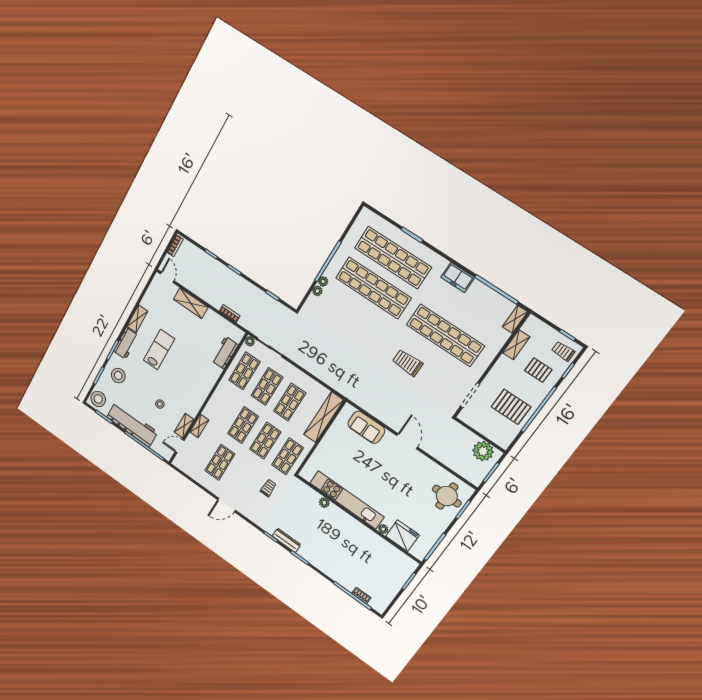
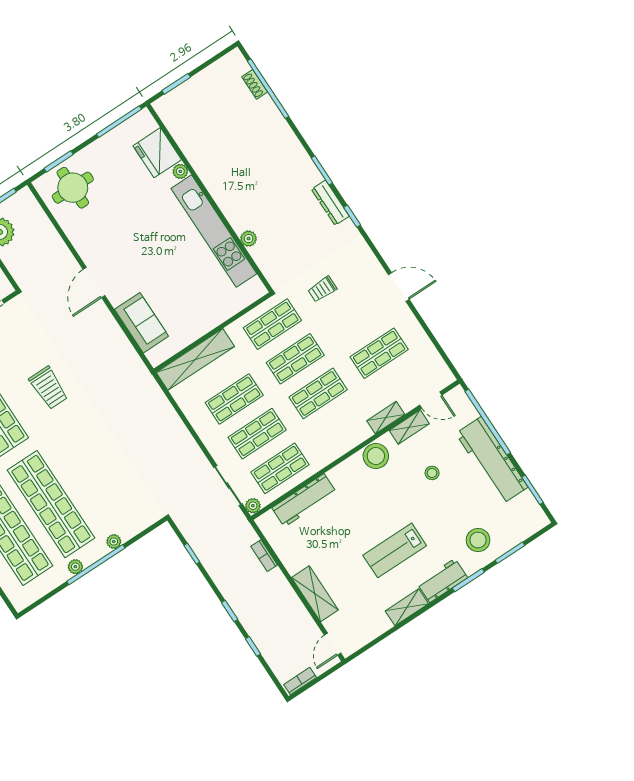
plant: (317, 291) -> (75, 567), moved
workbench: (225, 353) -> (304, 500), width x1.37
stool: (98, 399) -> (376, 456), moved

